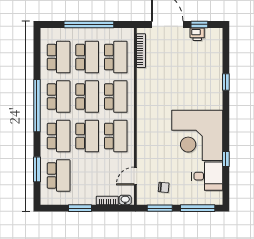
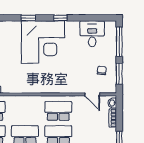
window: (226, 82) -> (28, 18), moved
school desk: (116, 97) -> (25, 111), removed
corner desk: (197, 135) -> (43, 42), moved
window: (226, 159) -> (60, 18), moved

